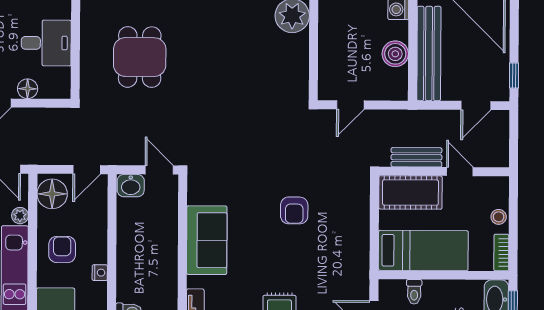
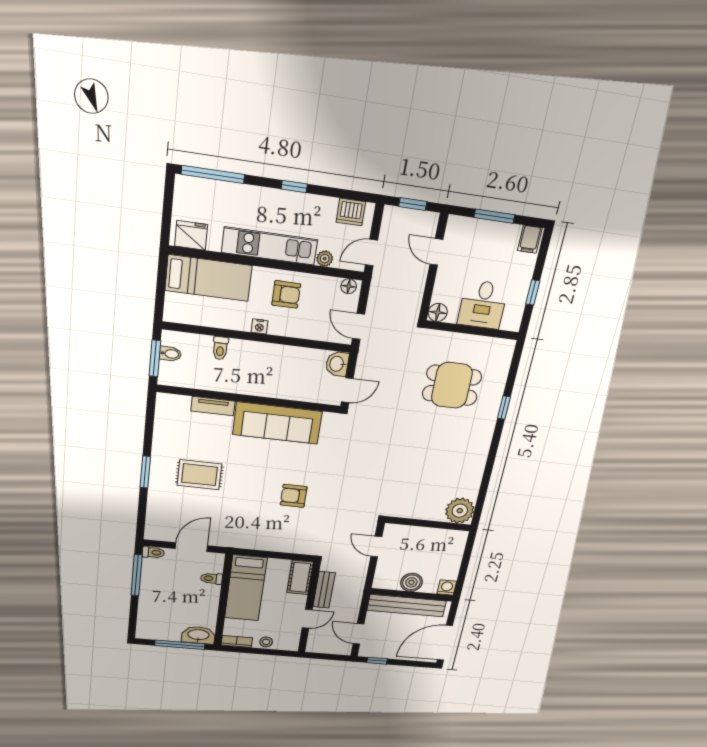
floor lamp: (28, 89) -> (438, 312), moved
cot: (410, 192) -> (300, 577), width x0.73, depth x0.75
floor lamp: (52, 194) -> (349, 286), width x0.53, depth x0.53
sofa: (207, 240) -> (277, 423), width x1.36

